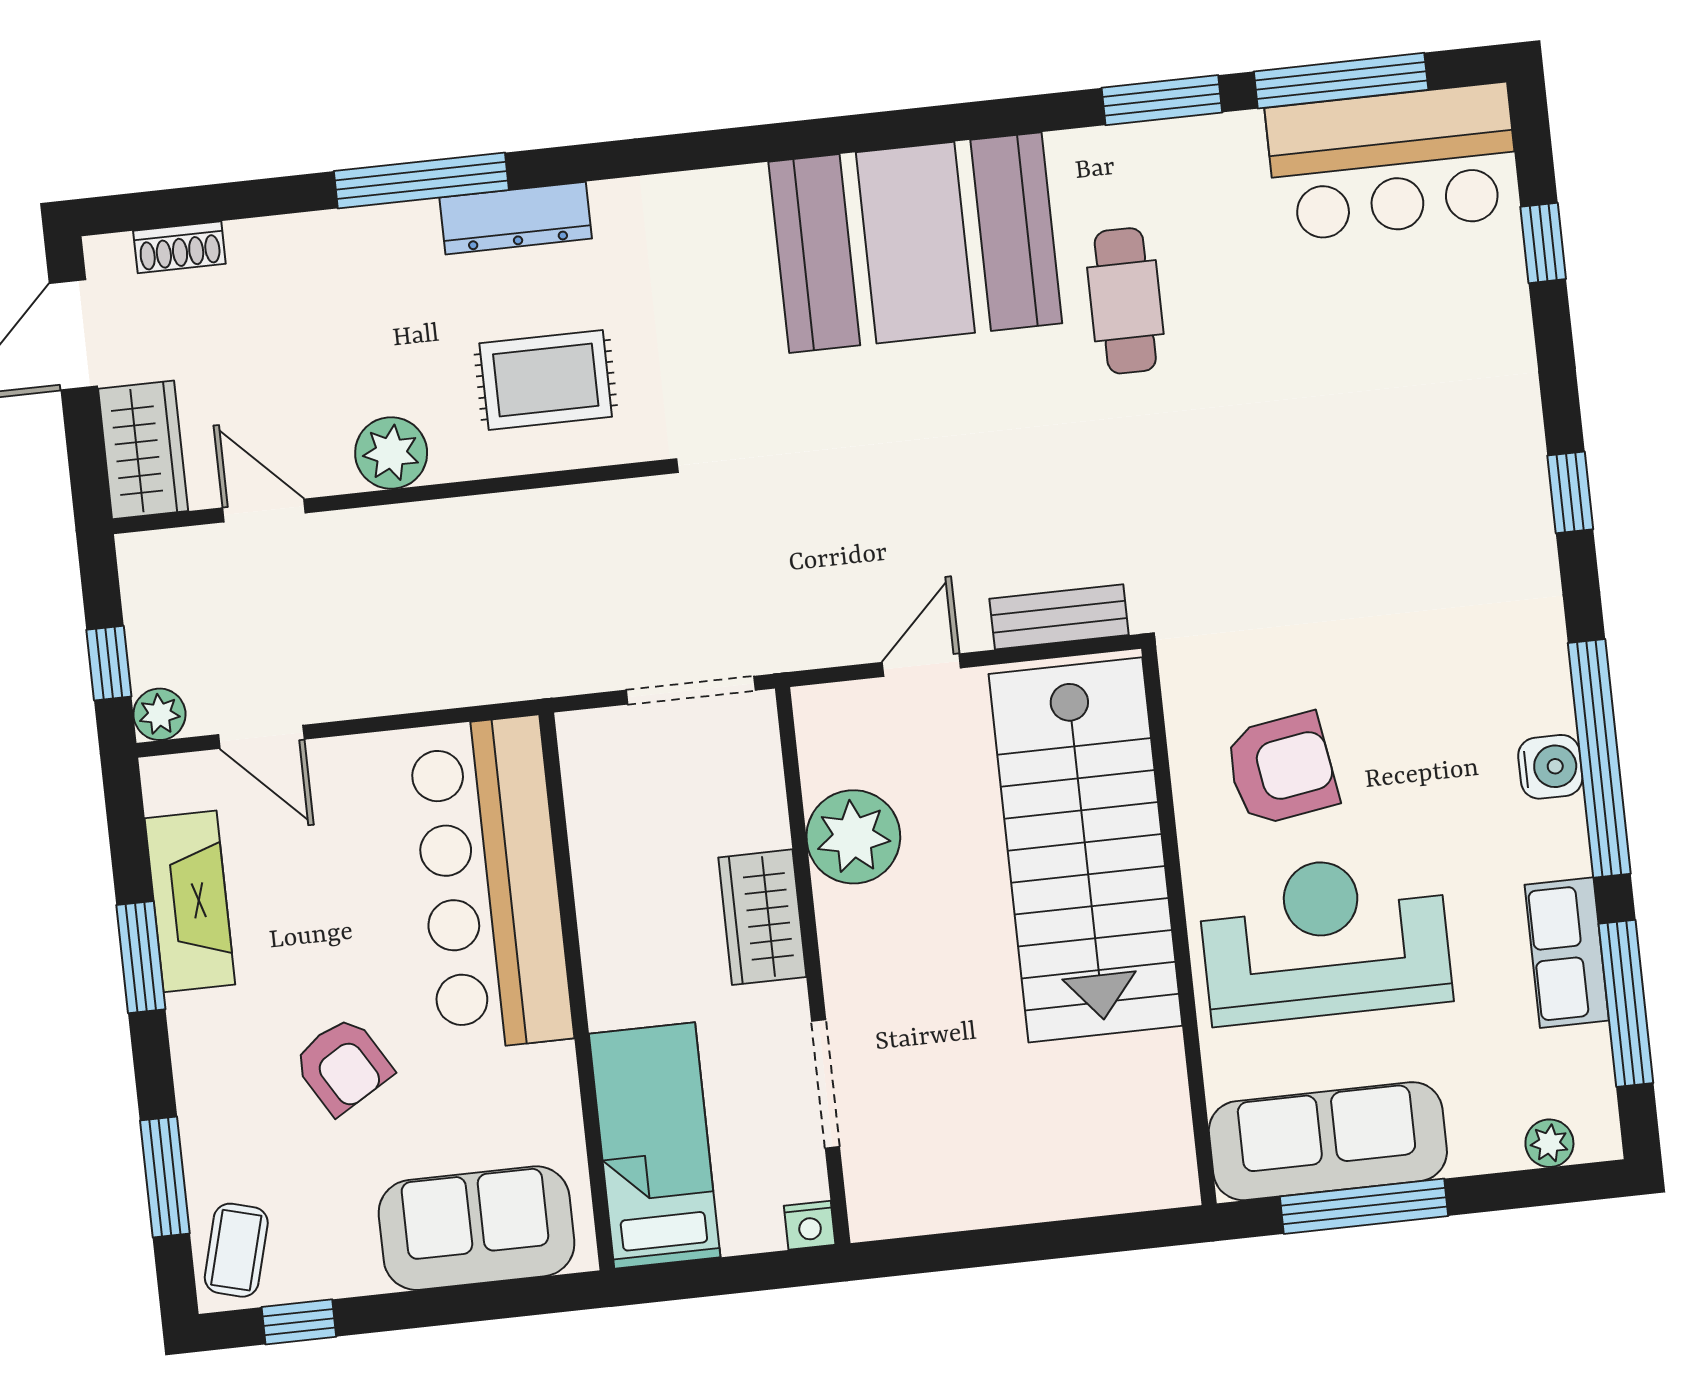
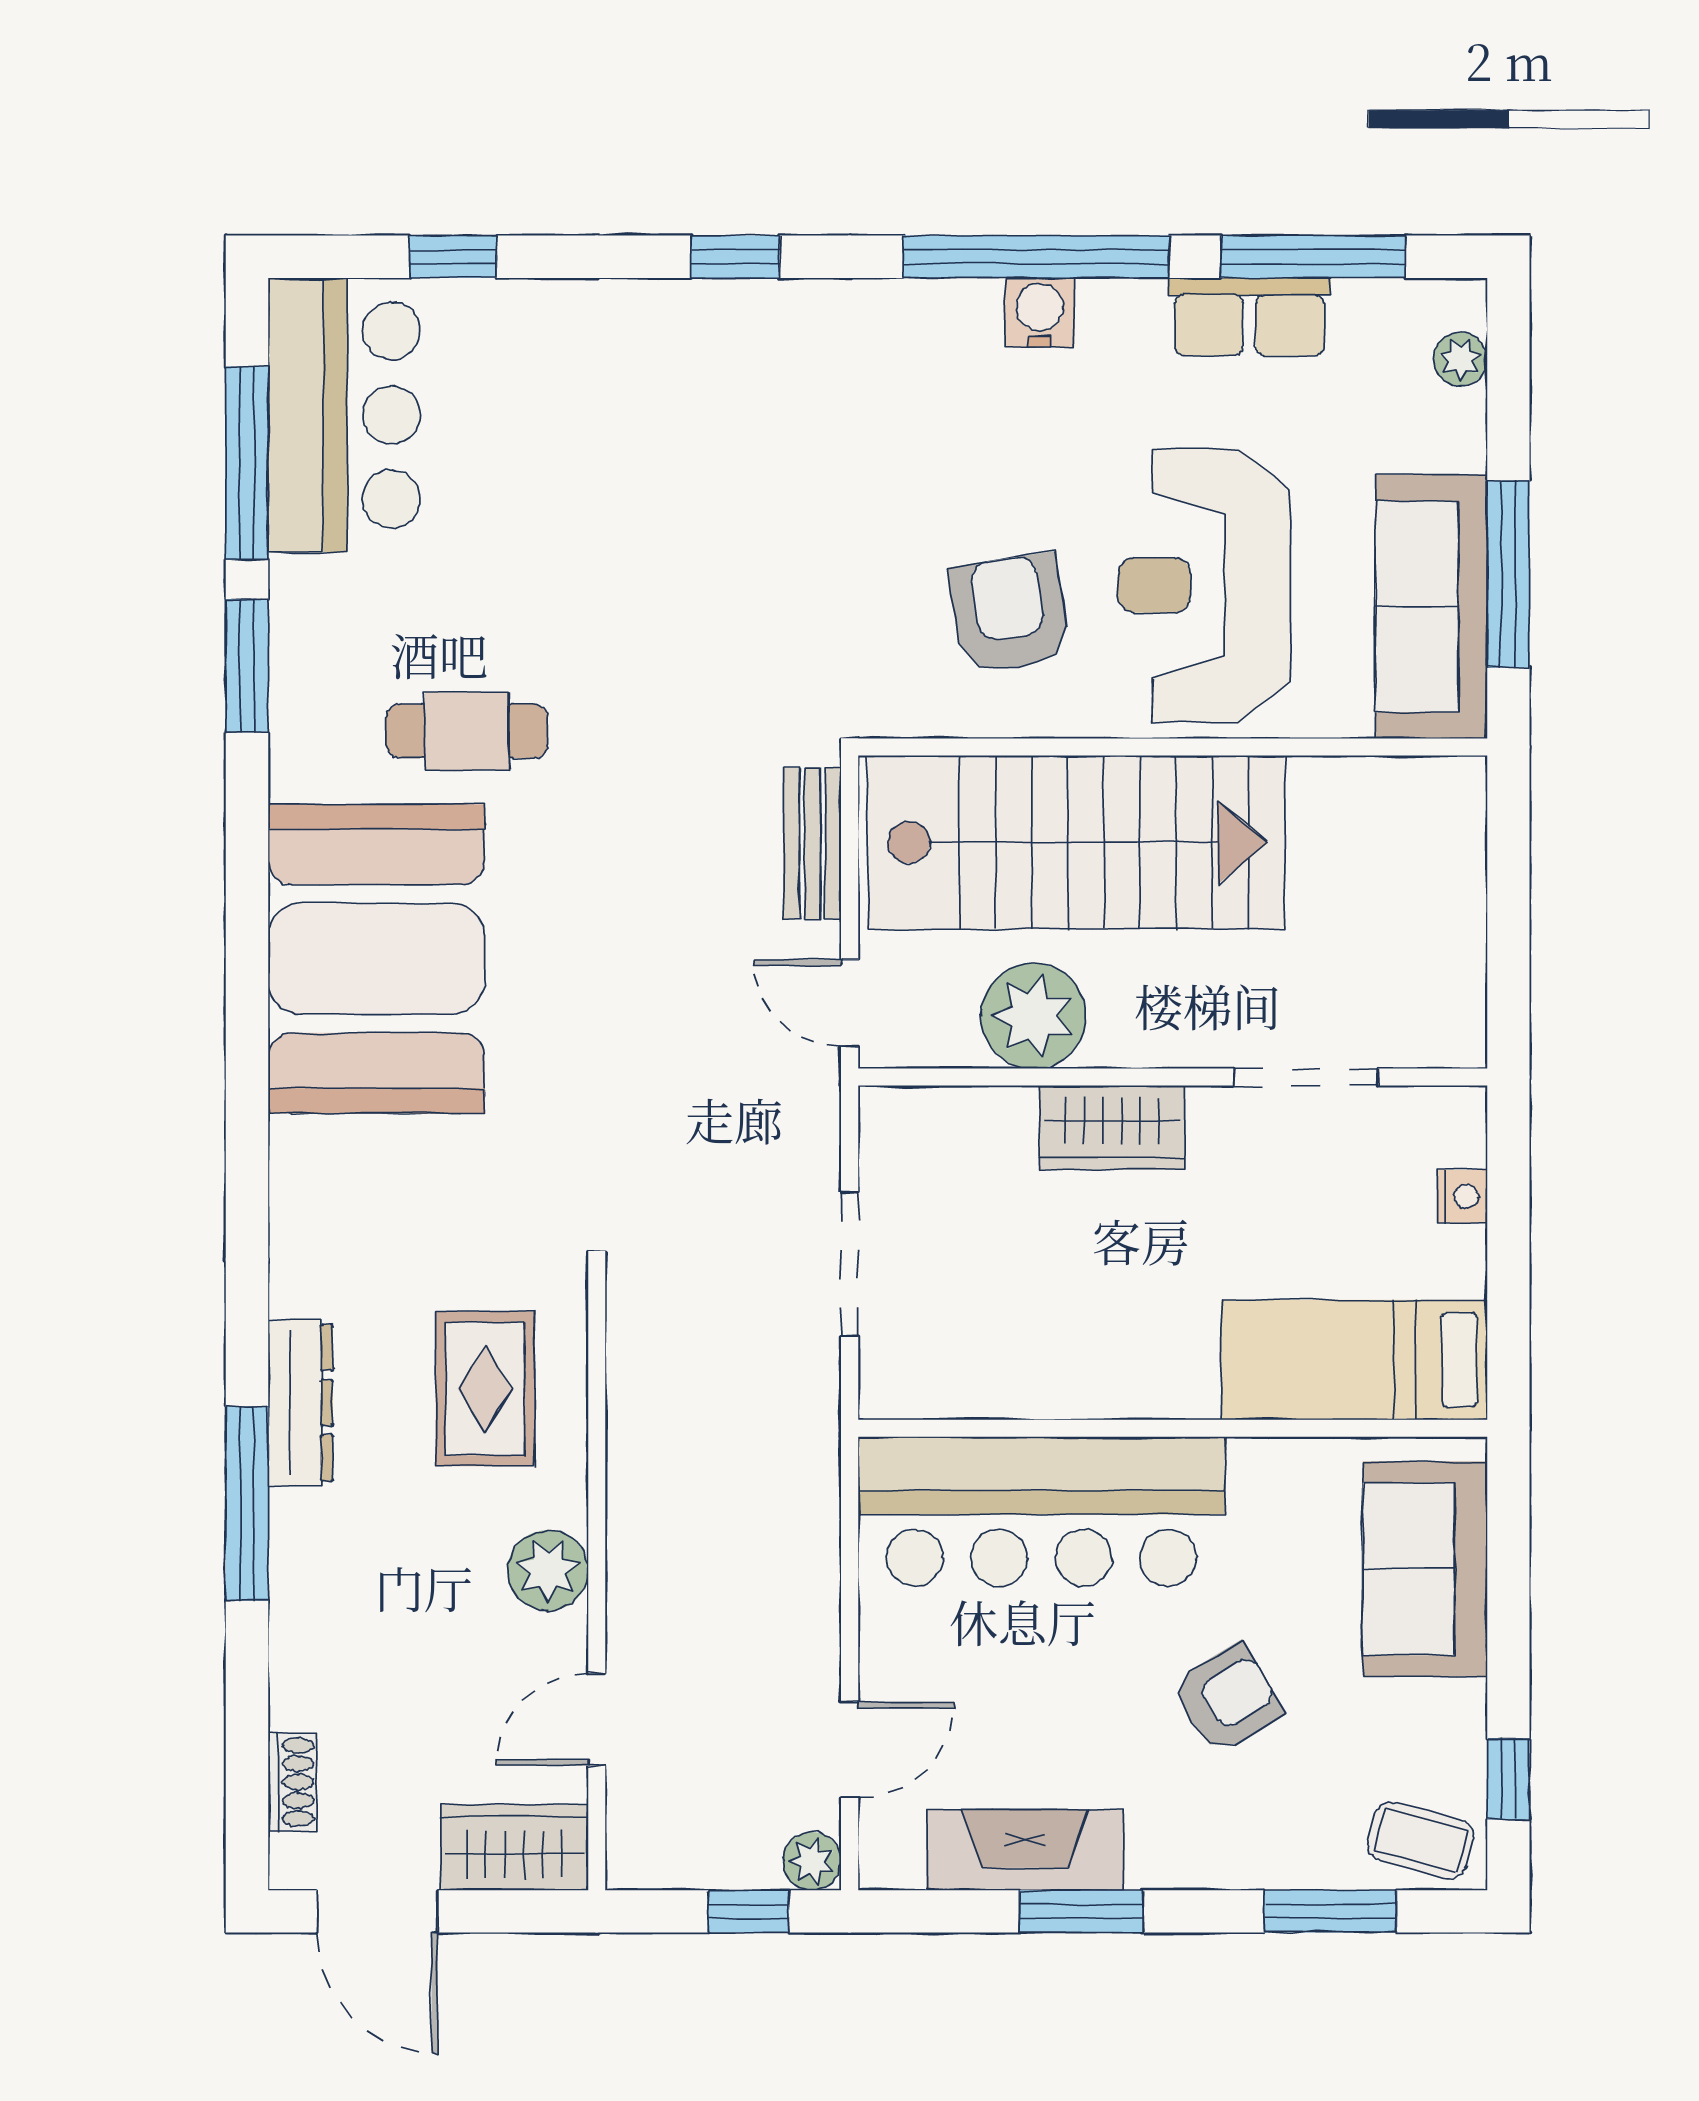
plant: (853, 837) -> (1033, 1016), moved
wardrobe: (762, 917) -> (1112, 1127), moved
wall: (813, 966) -> (1173, 1077), moved
doorway: (826, 1084) -> (1306, 1077), moved

